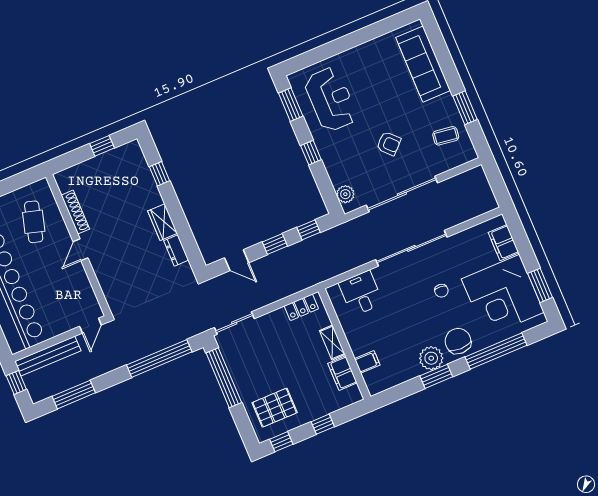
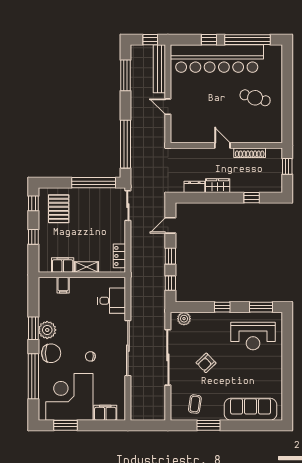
shoe rack: (75, 212) -> (250, 153), moved
wall: (78, 245) -> (226, 145), moved
door: (80, 250) -> (222, 145), moved

